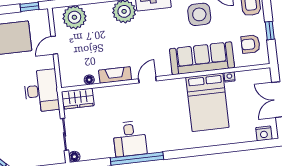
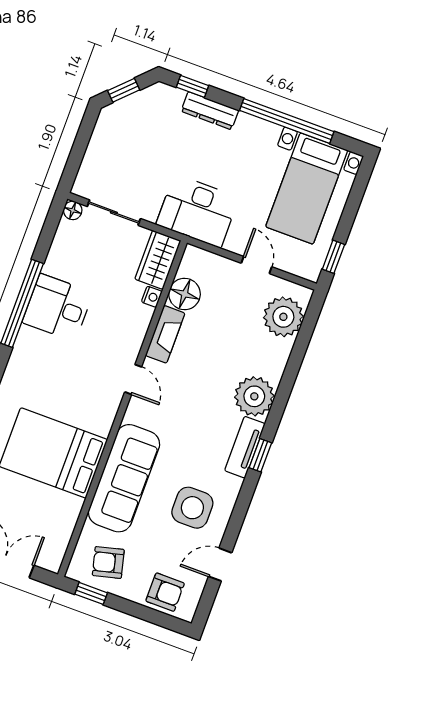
window: (270, 31) -> (91, 593), moved
armchair: (251, 44) -> (108, 562), turned -104
nightstand: (229, 77) -> (152, 297), moved
floor lamp: (89, 80) -> (185, 294), width x1.89, depth x1.89

